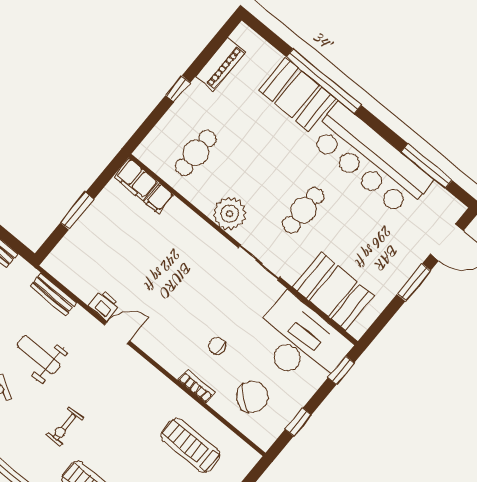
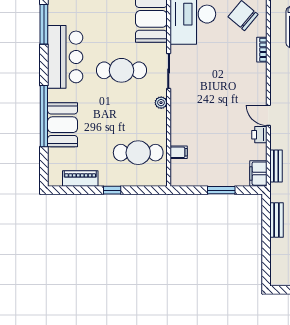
cafe table: (196, 153) -> (138, 153), width x1.37, depth x1.35
bar counter: (370, 160) -> (65, 57), width x0.73
filing cabinet: (136, 179) -> (258, 174), moved, turned 180
cafe table: (303, 210) -> (122, 70), width x1.37, depth x1.35
plant: (230, 214) -> (161, 103), width x0.53, depth x0.53
chair: (217, 346) -> (231, 57), removed

